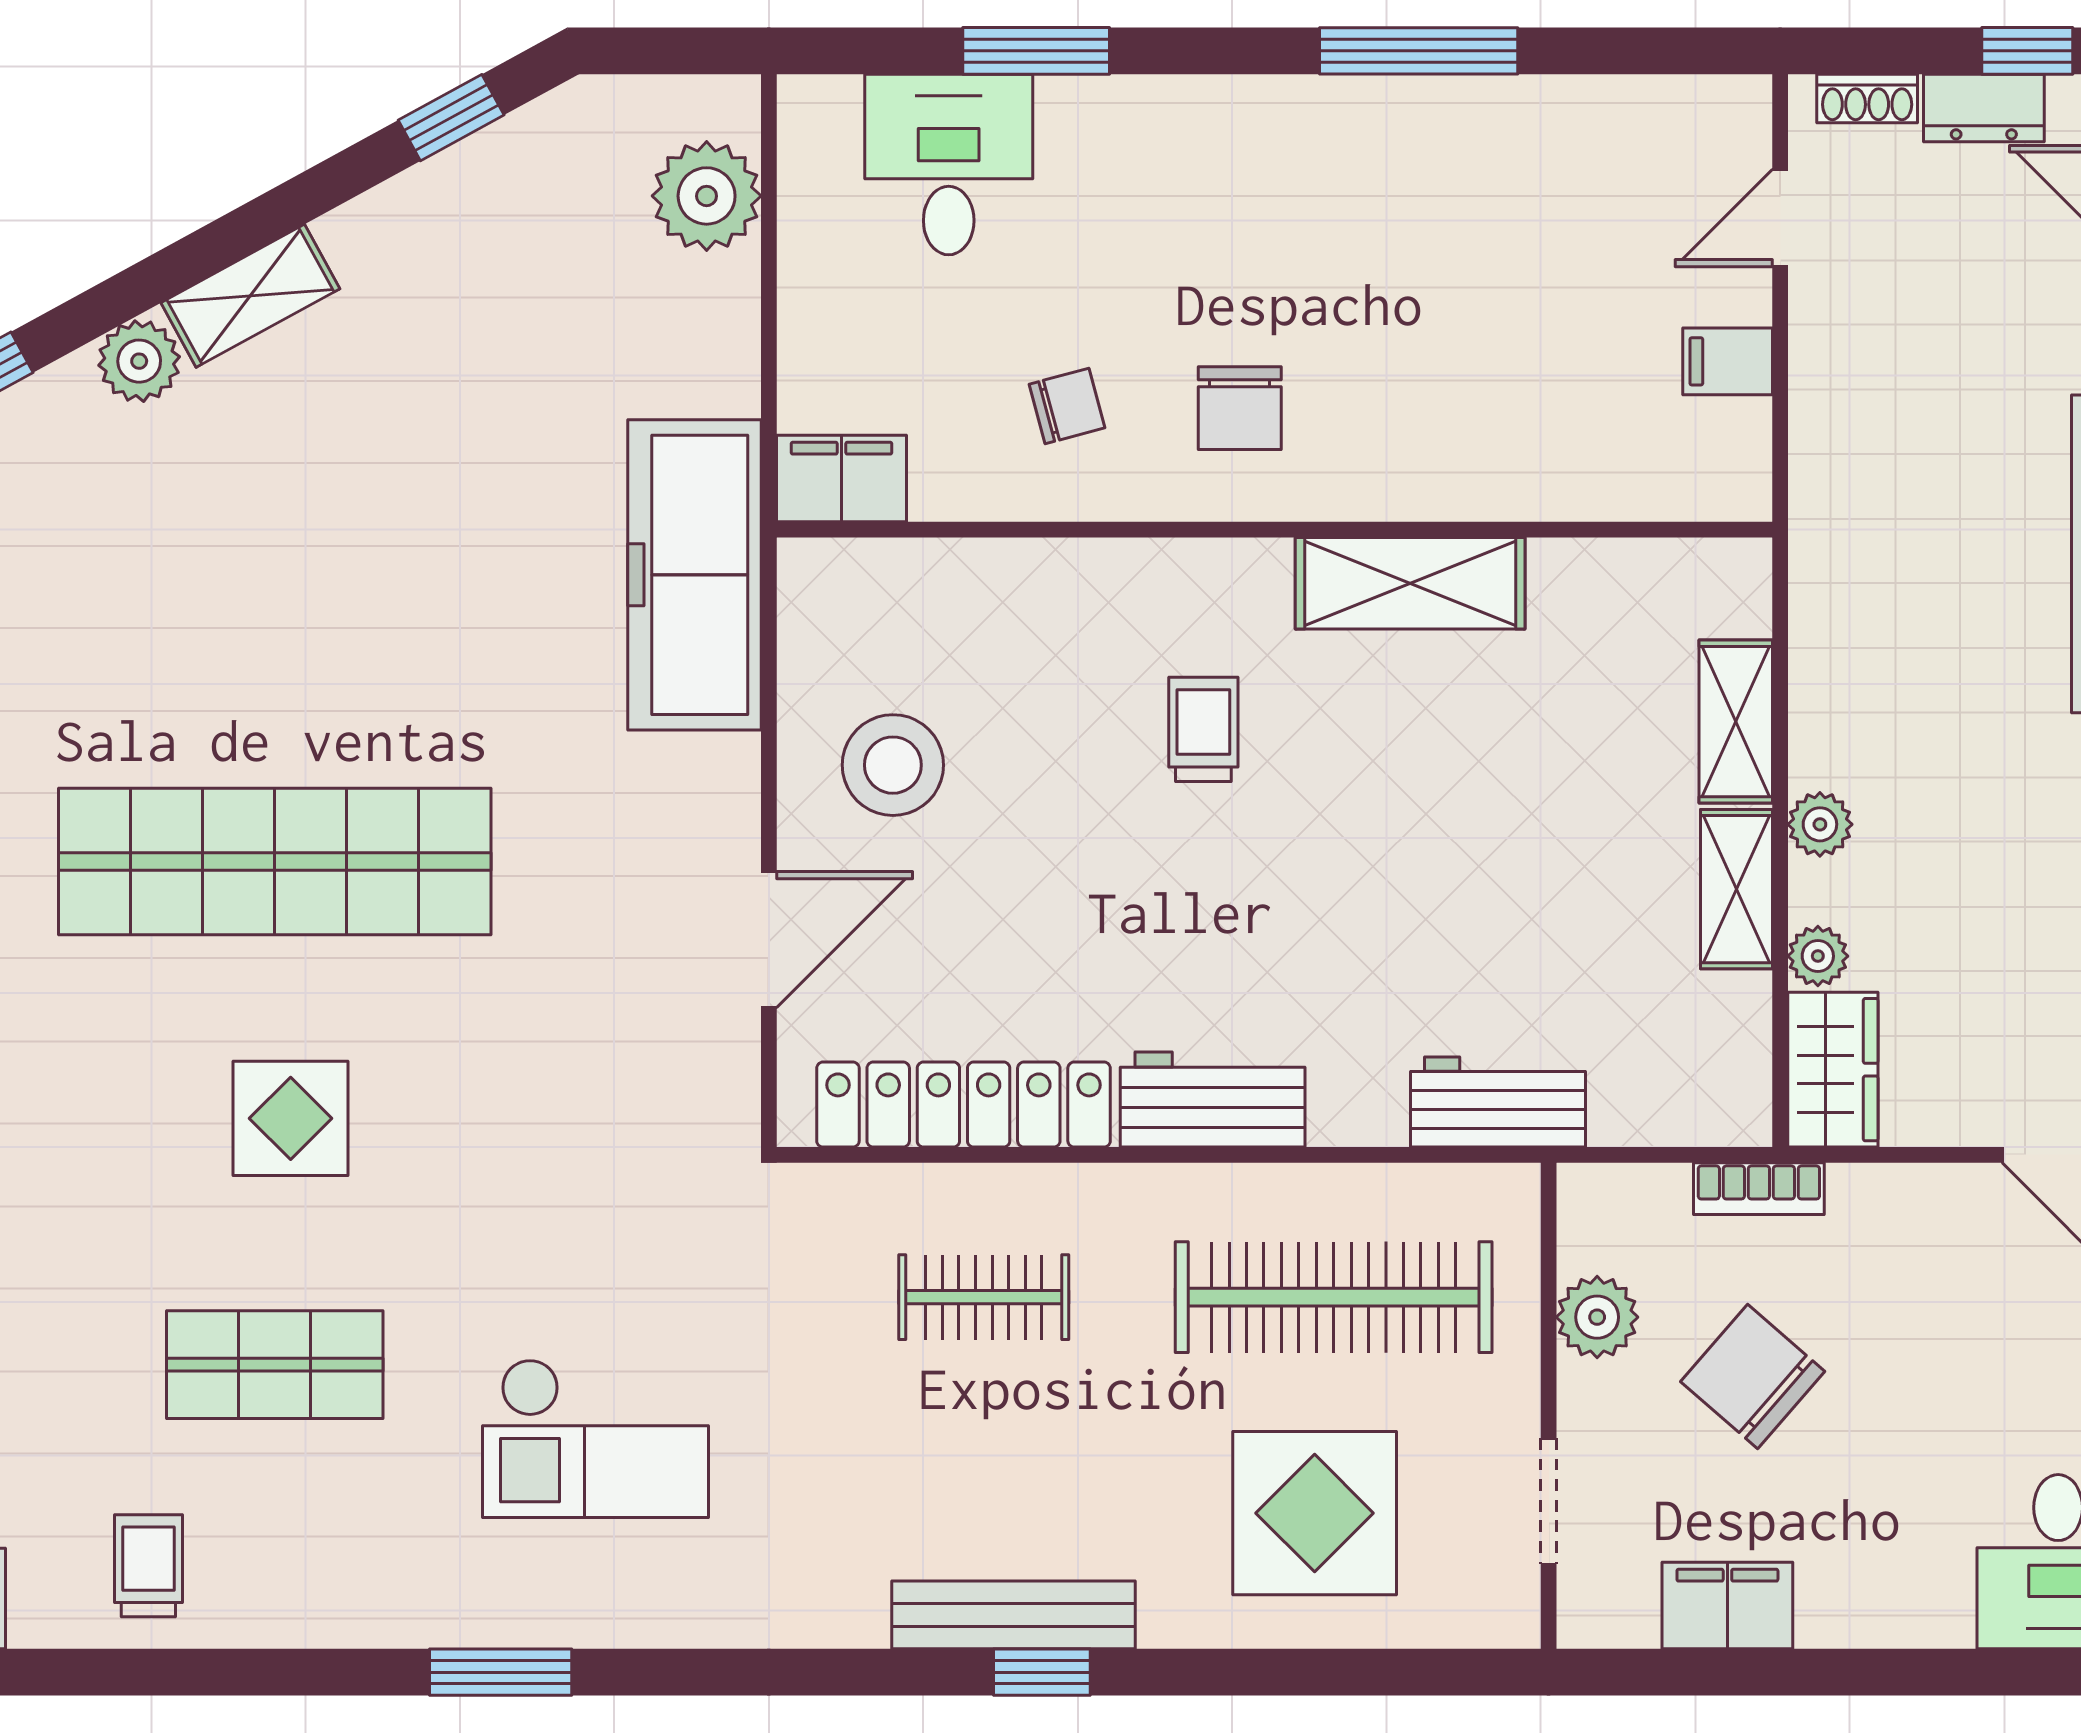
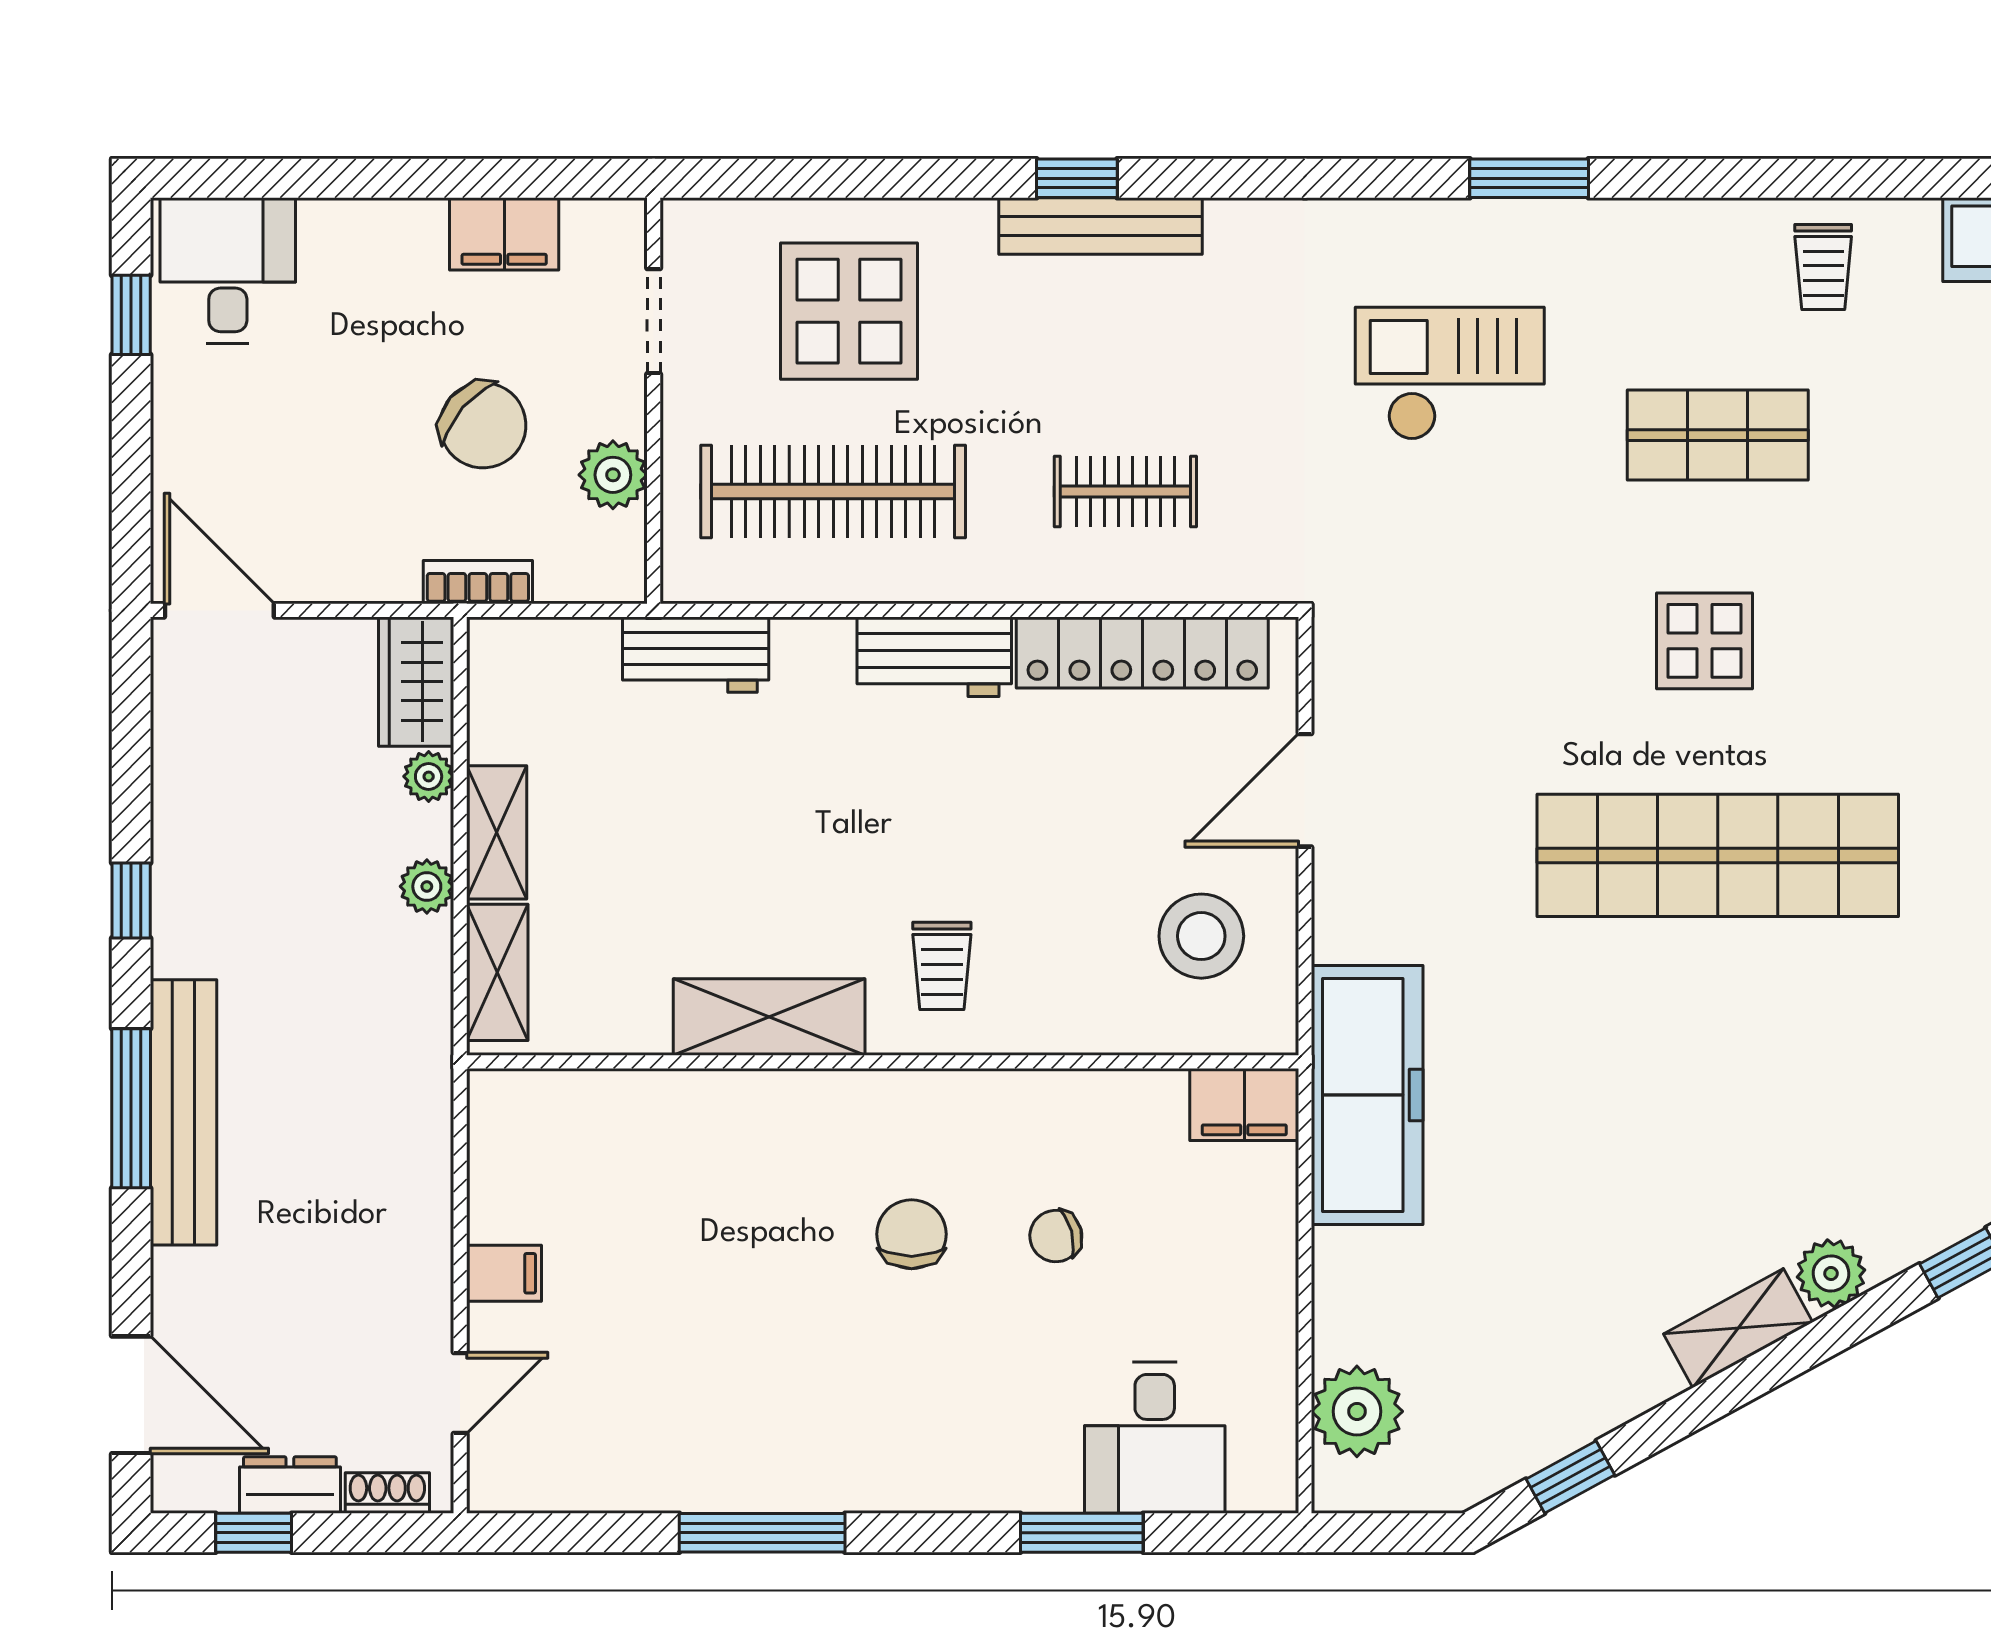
filing cabinet: (841, 478) -> (1244, 1104), moved
wall: (1274, 530) -> (883, 1062), moved
shelving: (1410, 583) -> (769, 1017), moved

